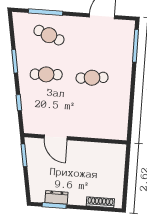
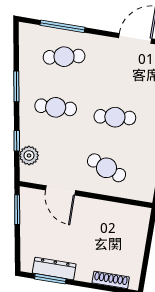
cafe table: (49, 35) -> (64, 57), turned -33
plant: (29, 113) -> (29, 155), added
cafe table: (89, 117) -> (107, 168), added
dresser: (56, 197) -> (54, 269), width x1.44

